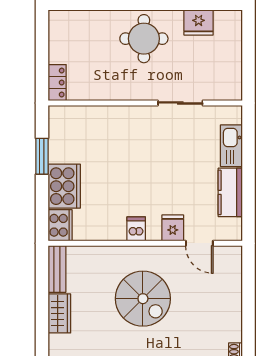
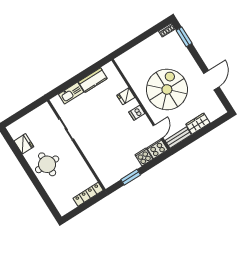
locker: (57, 83) -> (88, 194), width x1.53
cooker: (64, 186) -> (144, 157), width x0.53, depth x0.76
door: (199, 243) -> (158, 132), moved
spiral stairs: (143, 299) -> (167, 89), width x1.37, depth x1.37

